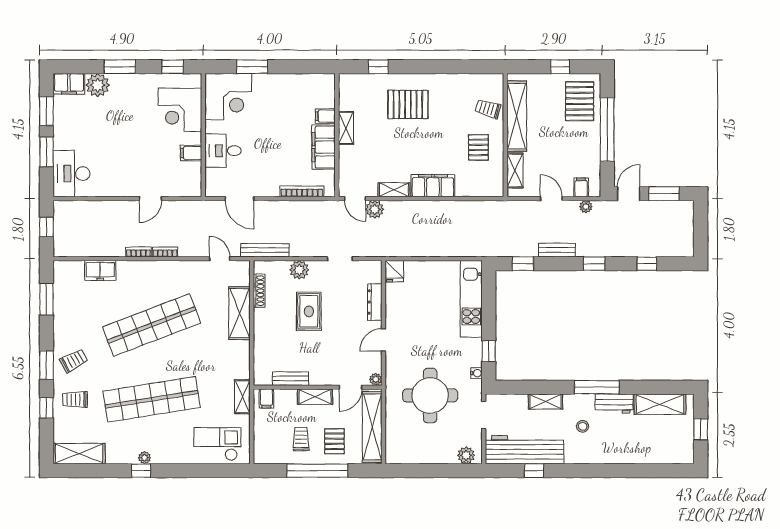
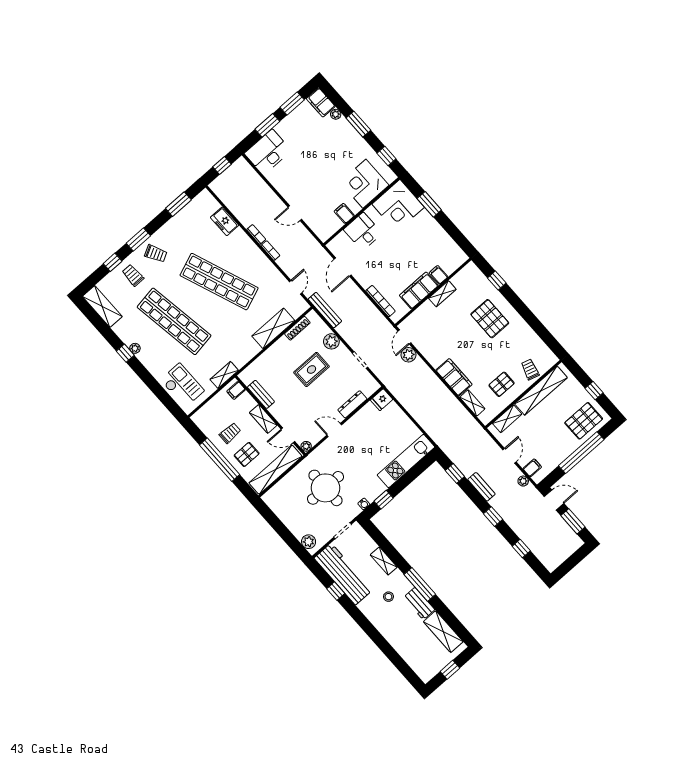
plant: (98, 85) -> (336, 114), width x0.53, depth x0.53
shelving: (394, 190) -> (472, 403), moved

